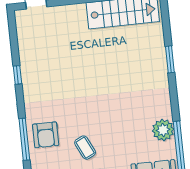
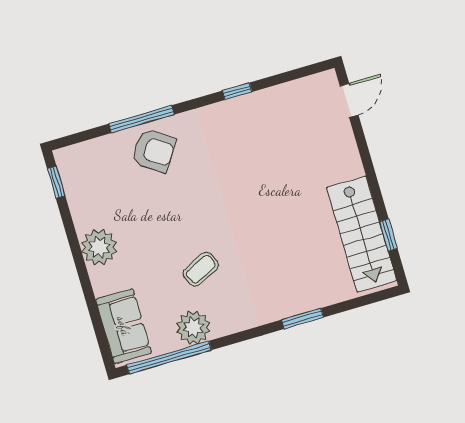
armchair: (46, 135) -> (154, 150), turned -146
coffee table: (85, 148) -> (201, 269), moved

